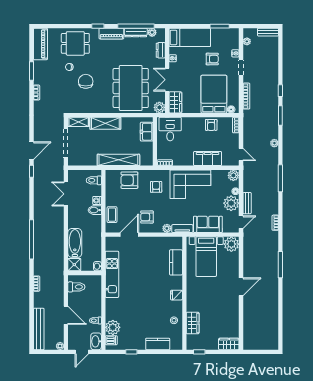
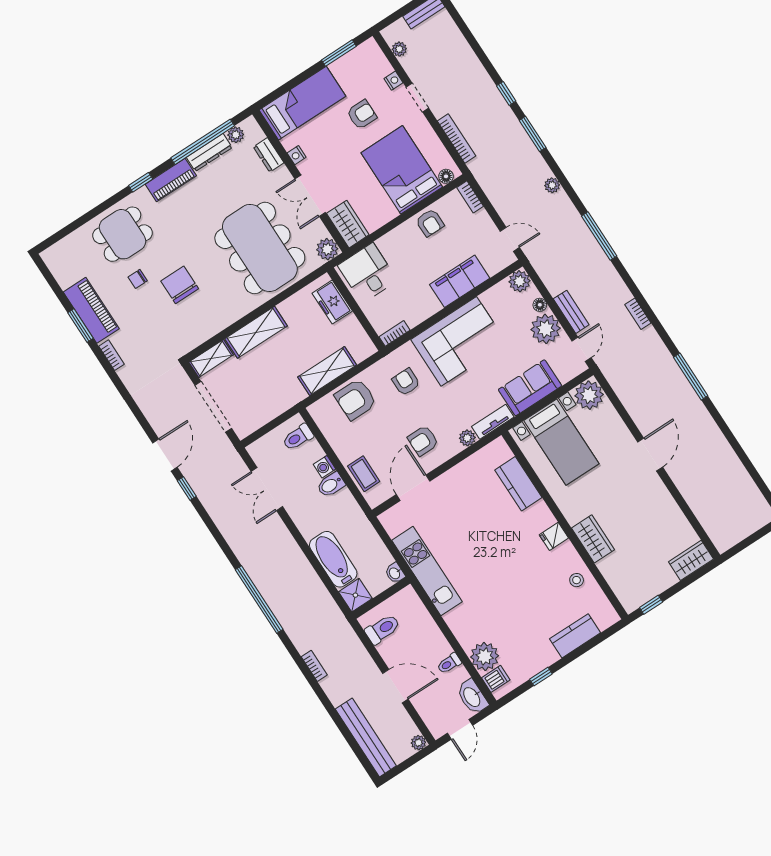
piano: (40, 44) -> (91, 310), moved
shelving: (118, 160) -> (327, 371), width x0.68
wardrobe: (193, 323) -> (593, 539), moved

